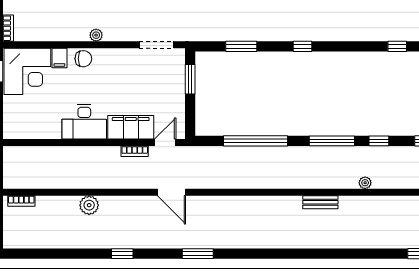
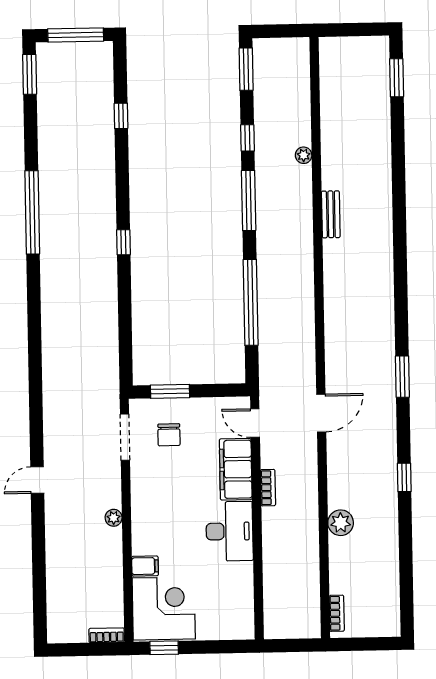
window: (241, 46) -> (125, 324), removed
chair: (83, 59) -> (169, 435), moved, turned 180
bookcase: (135, 151) -> (268, 488), moved

